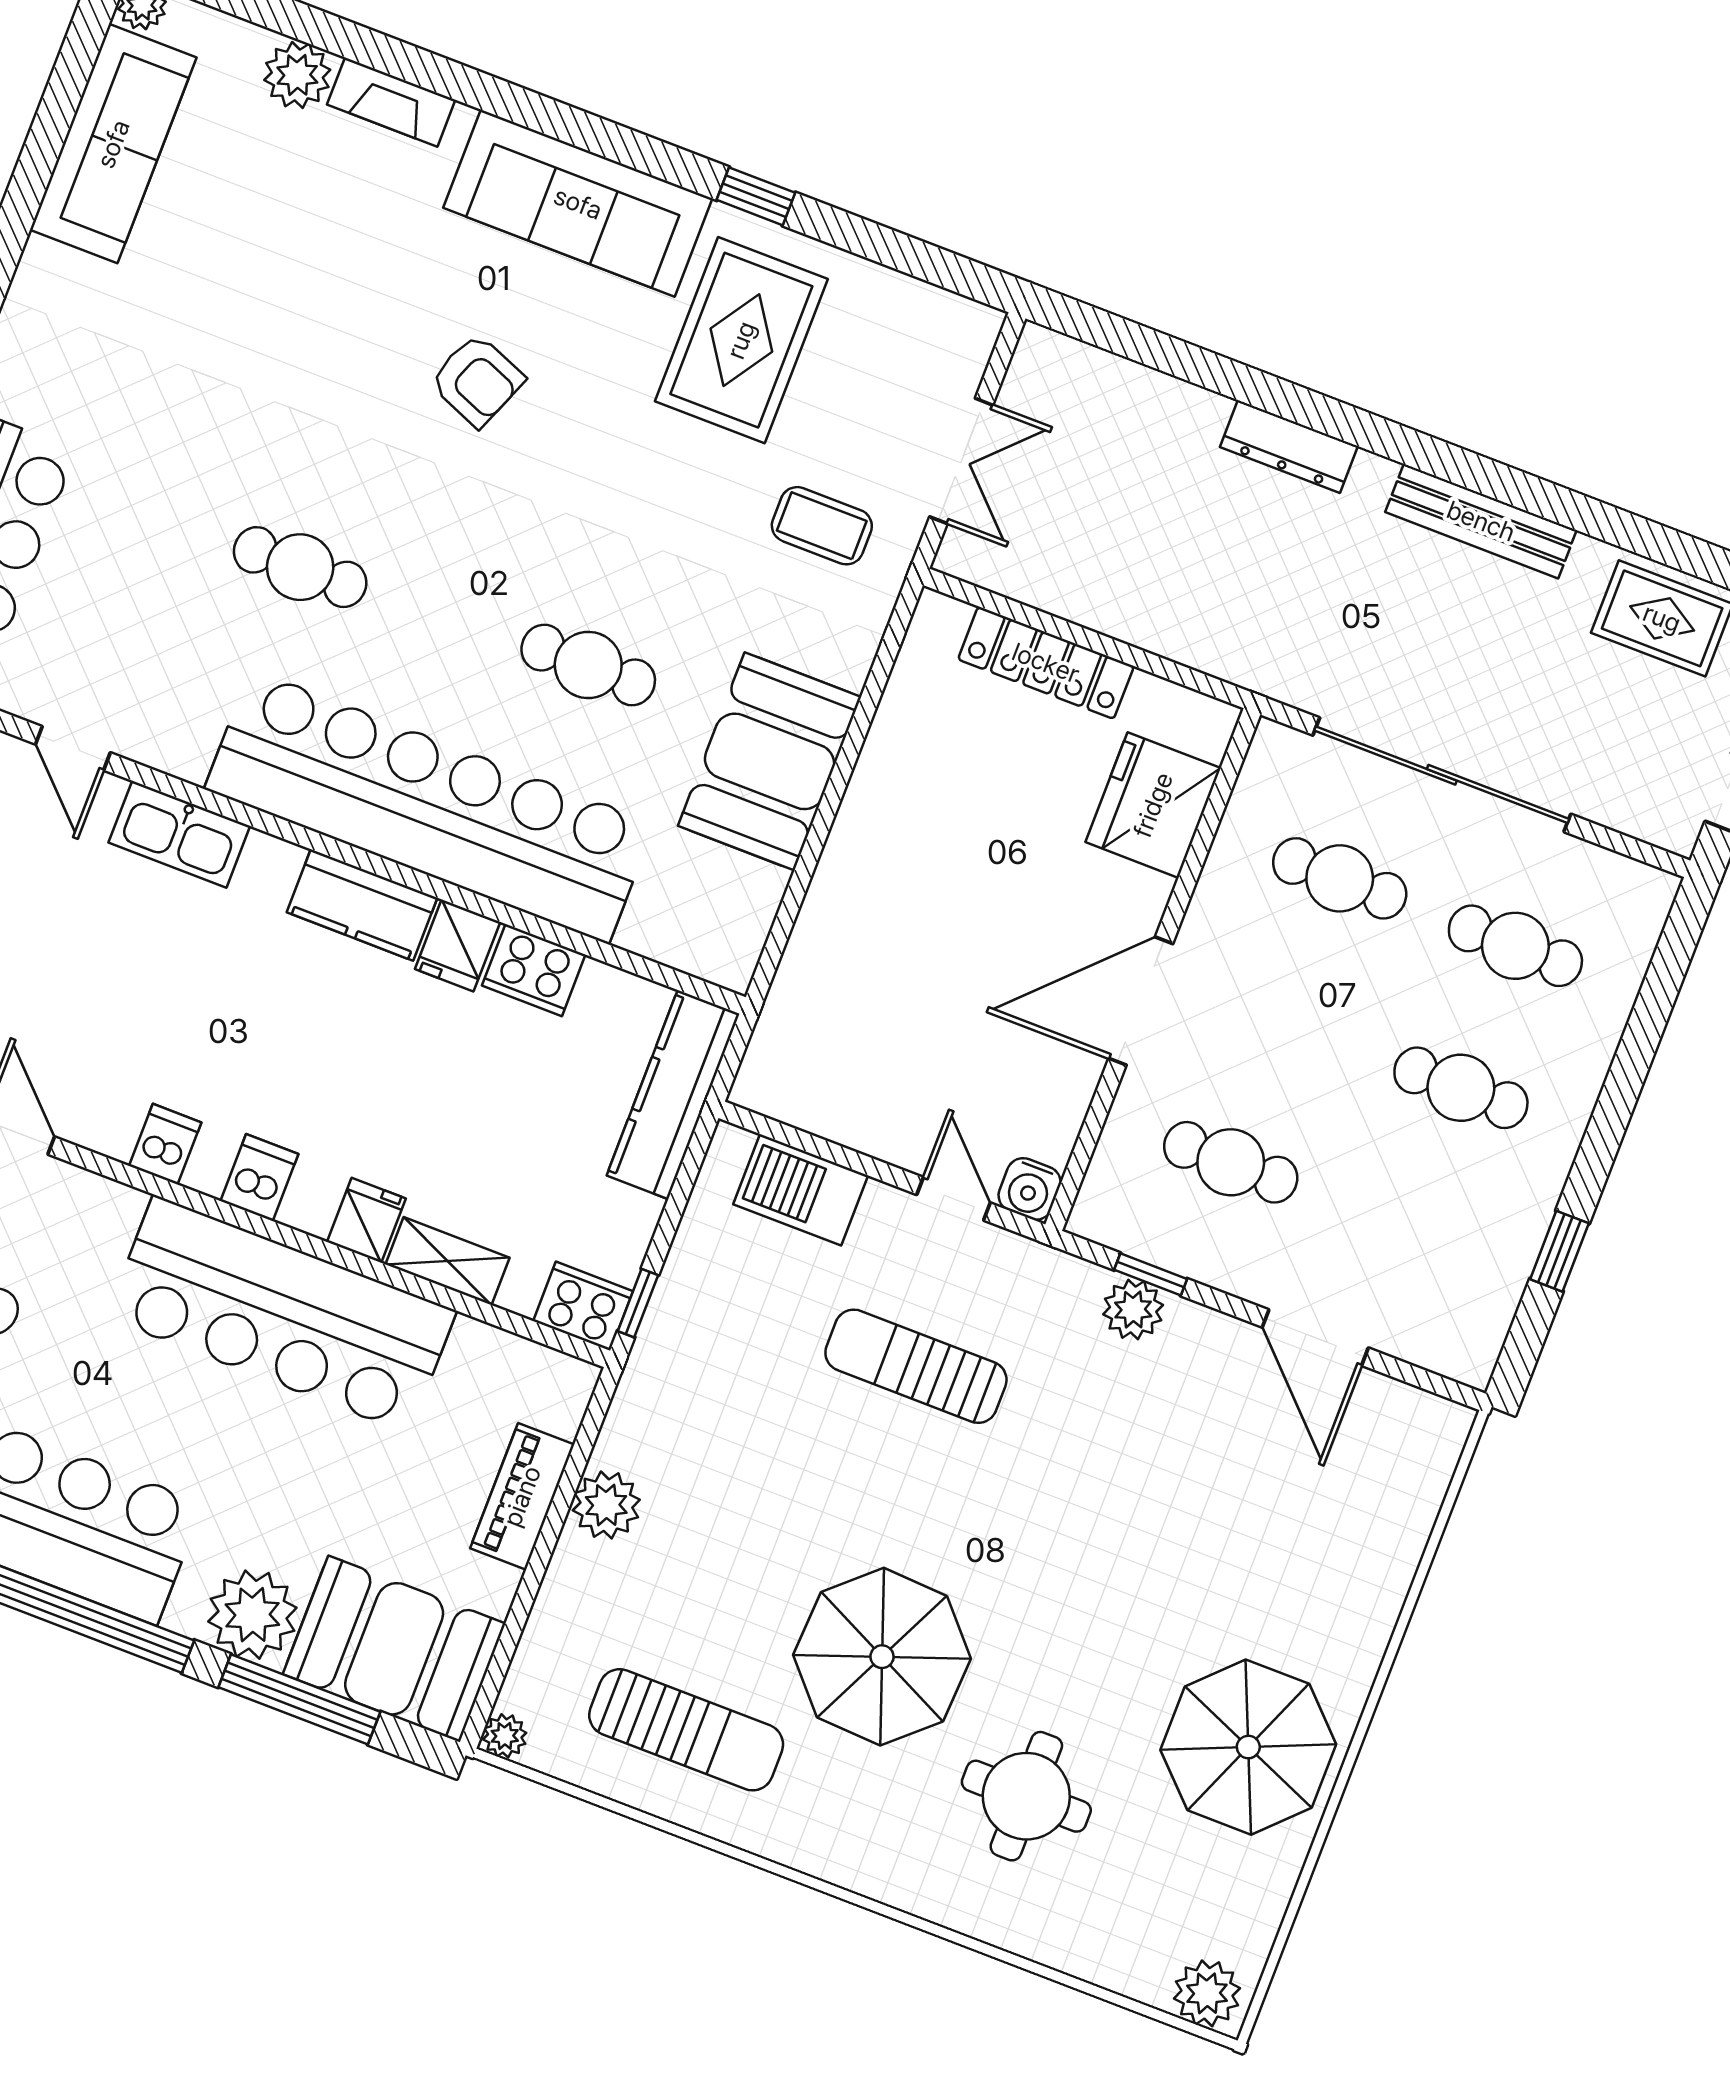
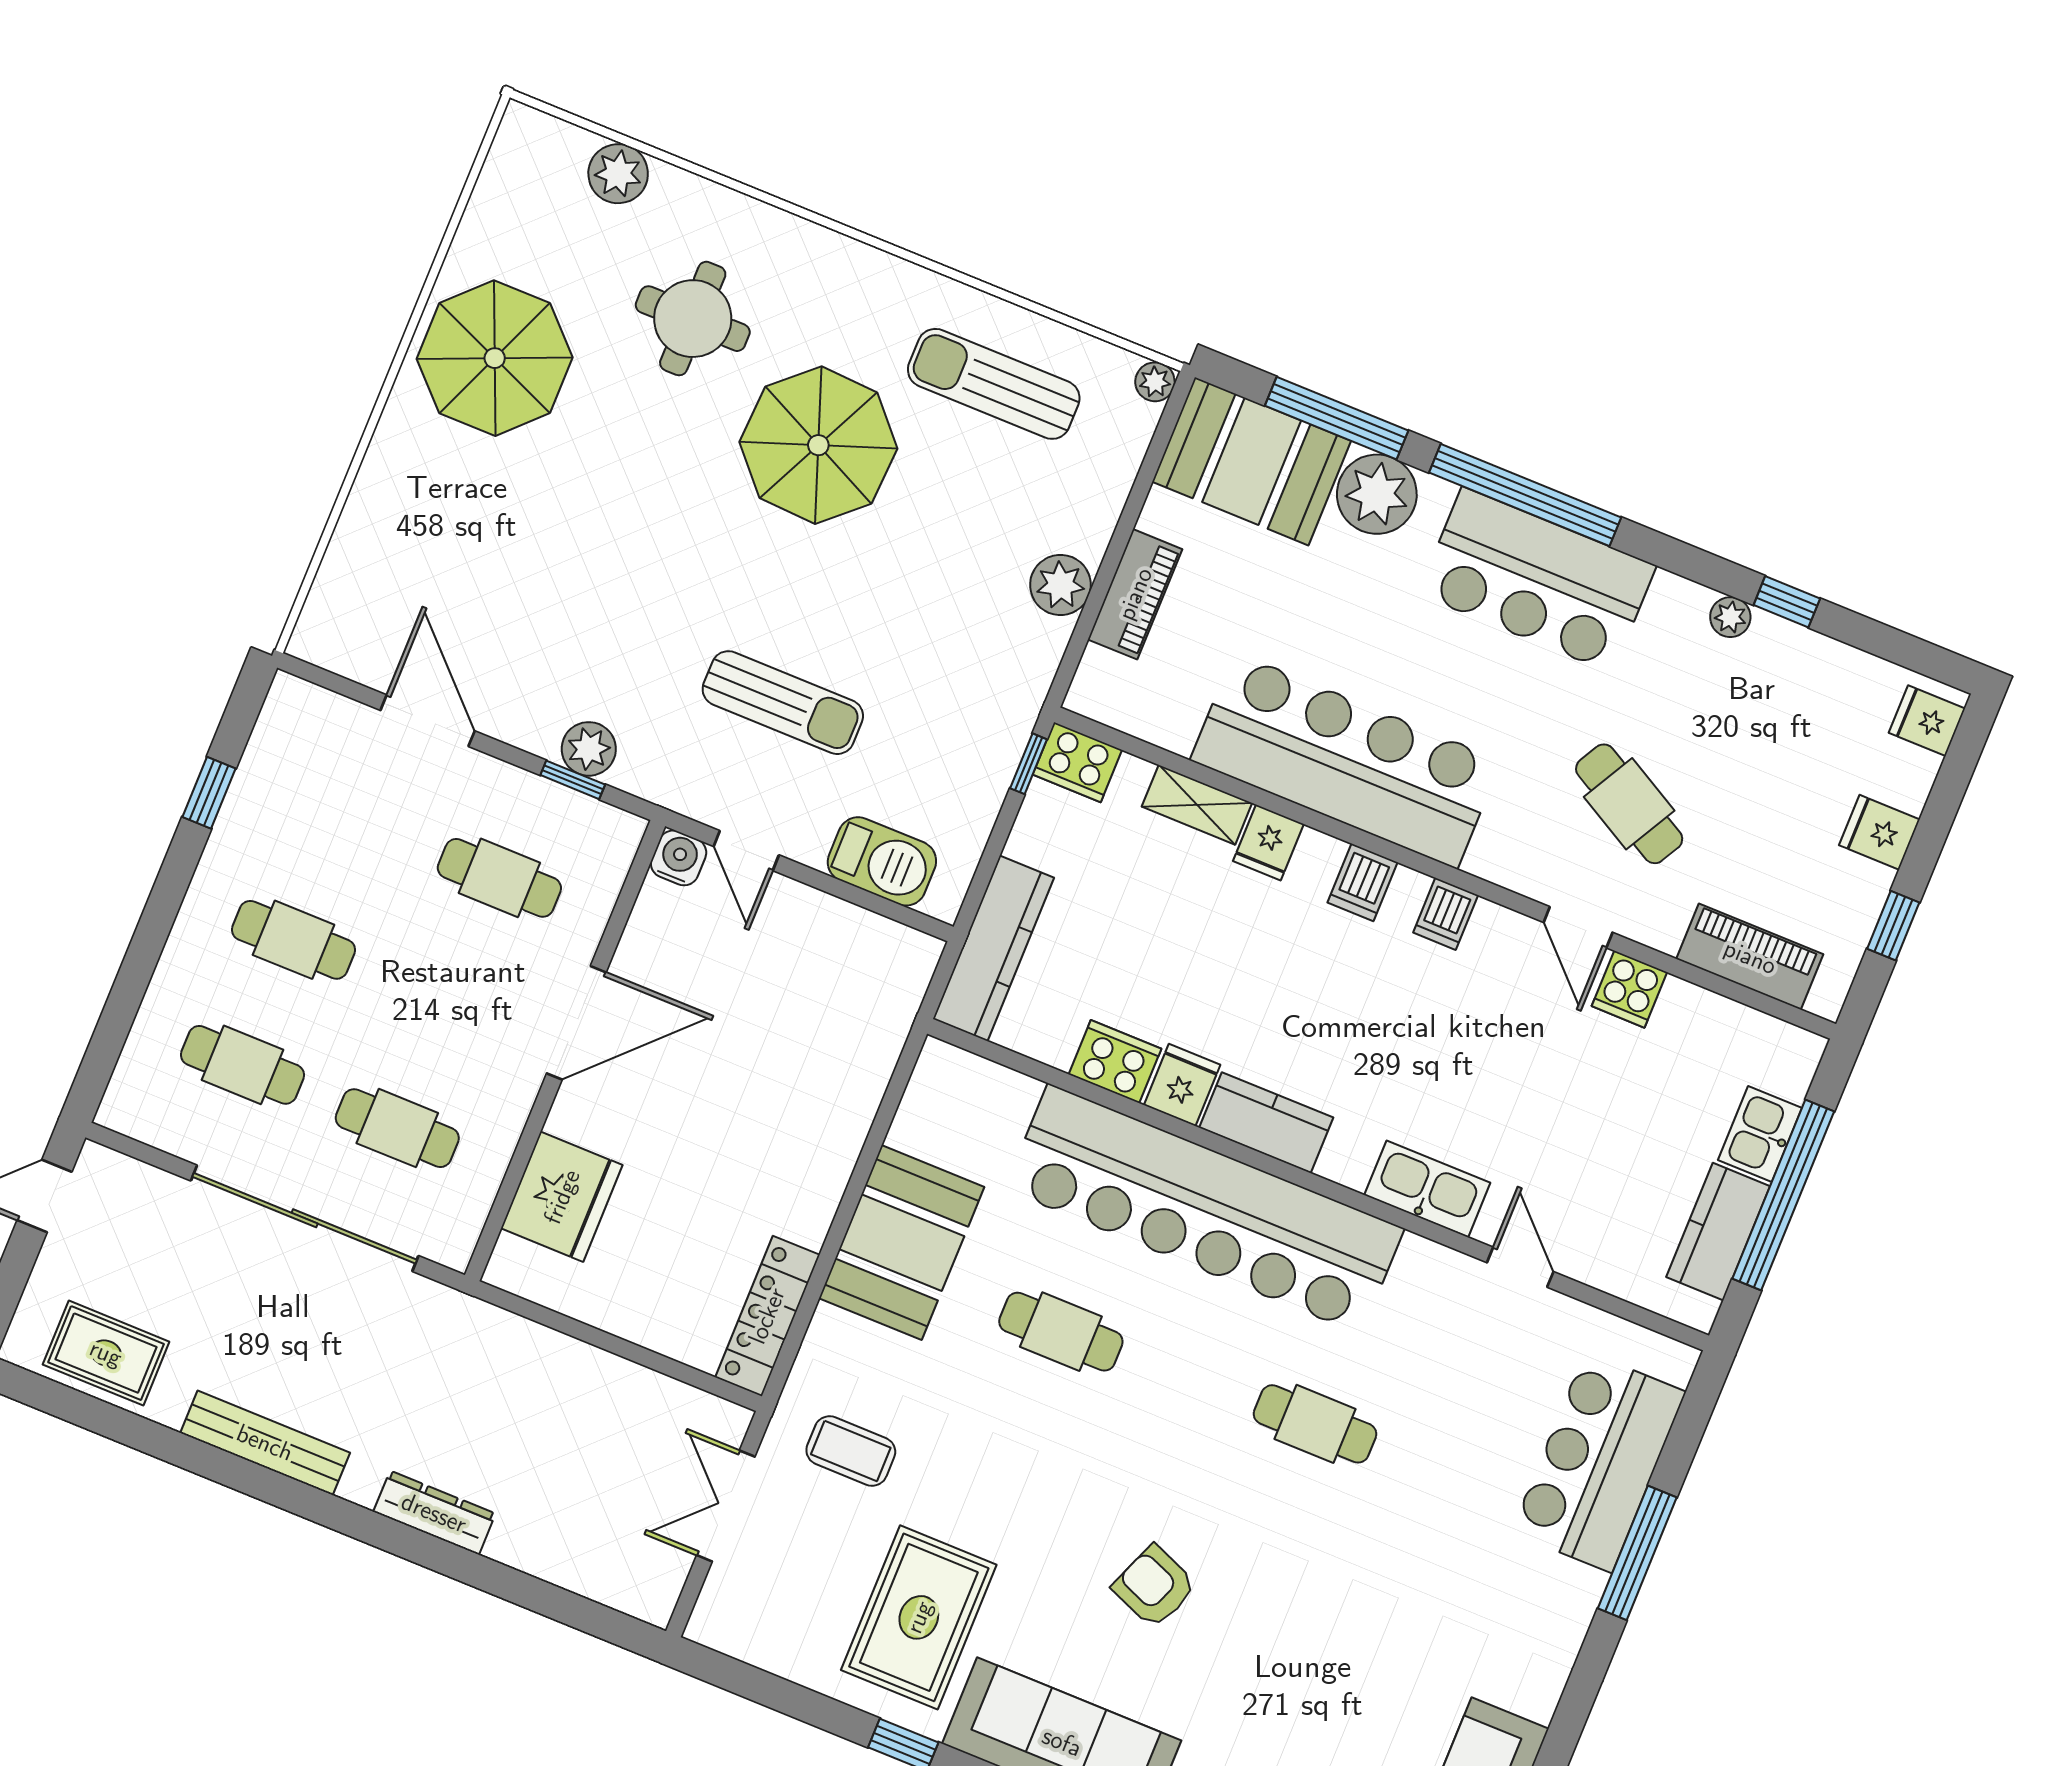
locker: (1046, 663) -> (767, 1316), moved, turned -90
plant: (1207, 1993) -> (618, 174), moved

